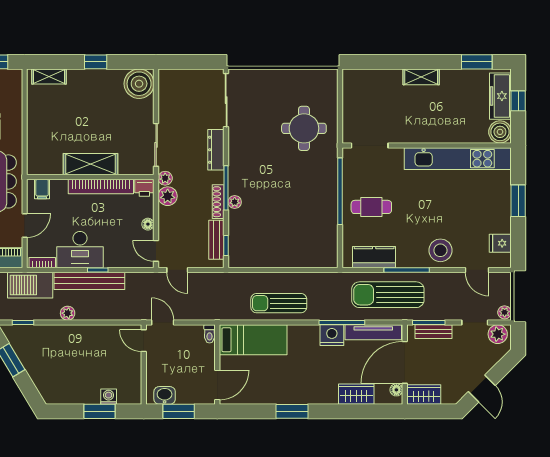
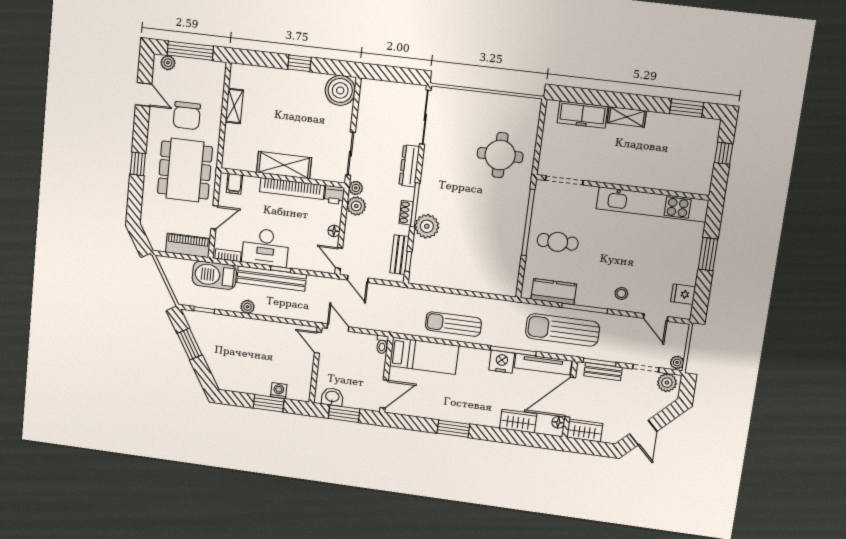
shelving: (49, 77) -> (234, 106), moved, turned 90
freezer: (500, 96) -> (582, 115), moved, turned -90
boiler: (500, 132) -> (700, 183), removed
shoe rack: (218, 202) -> (406, 213), width x0.70
plant: (235, 202) -> (427, 226), width x1.88, depth x1.88
stool: (440, 250) -> (621, 293), width x0.53, depth x0.53

